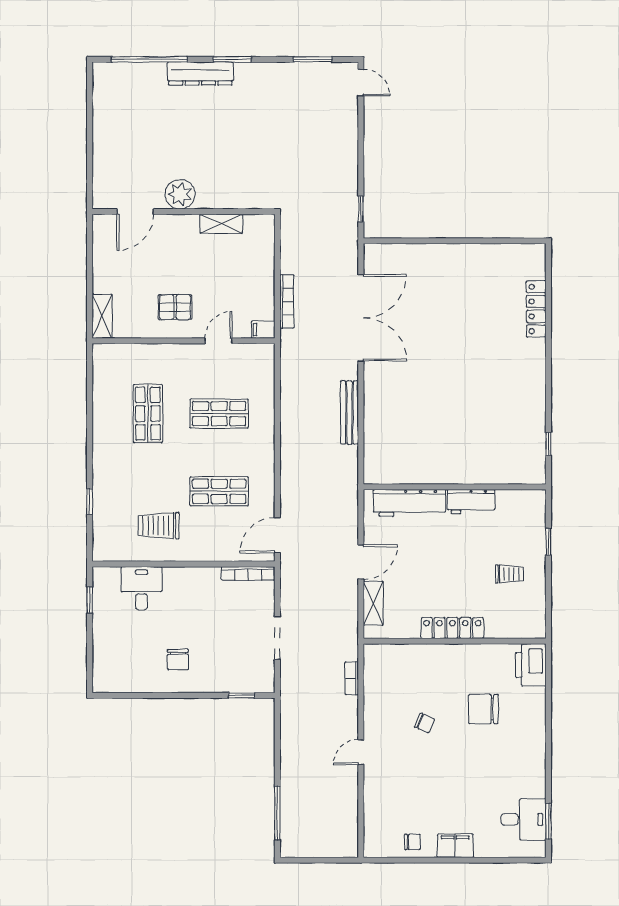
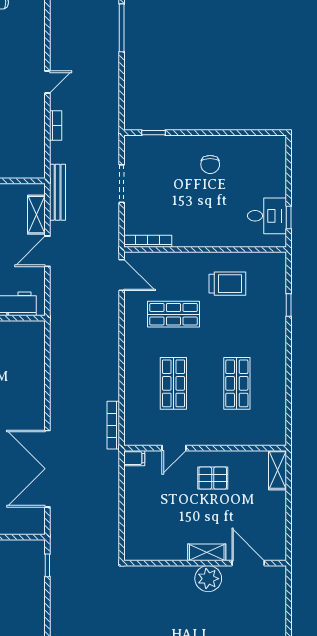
door: (135, 212) -> (248, 563), hinge flipped
shelving: (221, 224) -> (207, 552), moved
bookcase: (287, 302) -> (113, 425), moved
bench: (349, 412) -> (58, 192), moved
shop shelf: (219, 414) -> (173, 383), turned 90
door: (277, 535) -> (122, 275), hinge flipped
desk: (142, 588) -> (267, 216), moved, turned -90
chair: (178, 660) -> (210, 164), turned 180
bookcase: (352, 678) -> (56, 125), moved

